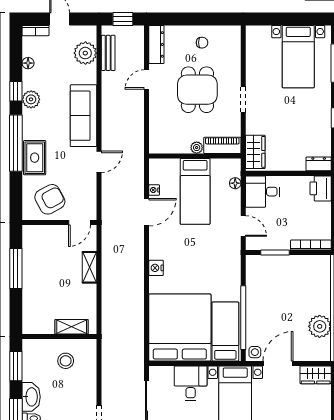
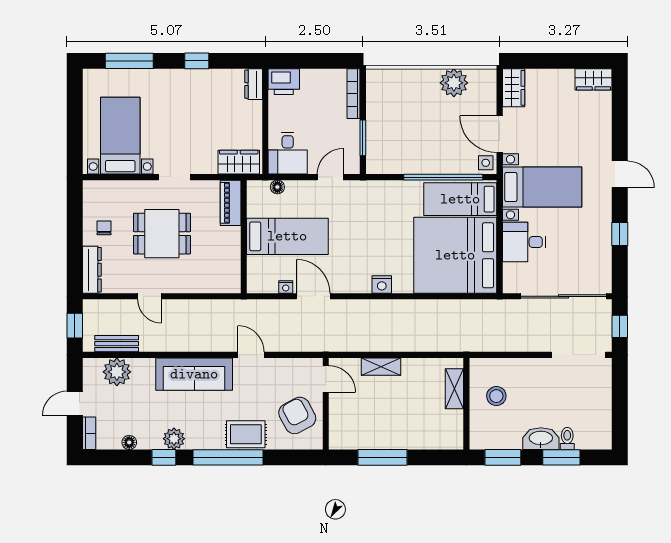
dresser: (156, 44) -> (92, 270), moved, turned 90
bed with nightstands: (298, 57) -> (120, 136), moved, turned -90
plant: (197, 148) -> (233, 235), removed

